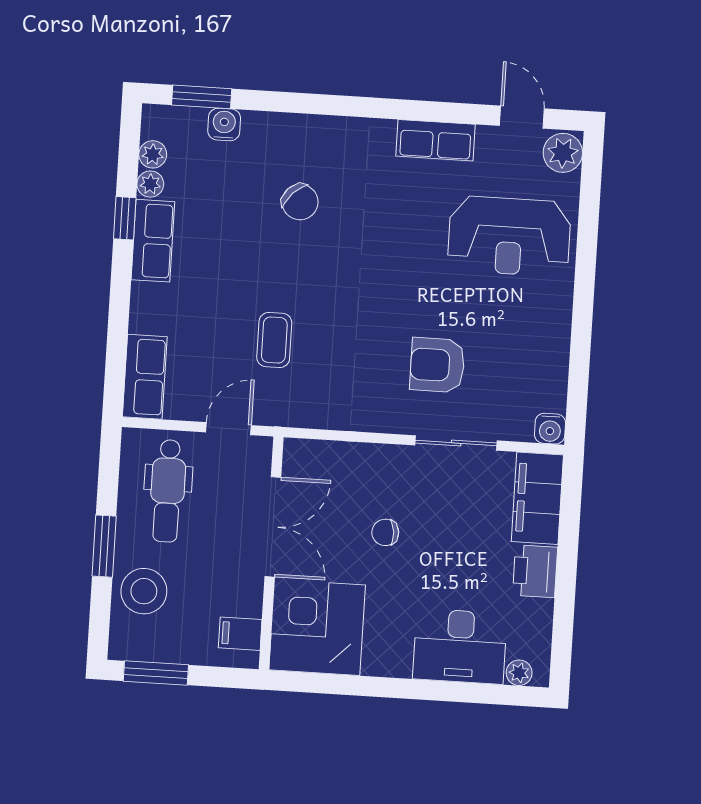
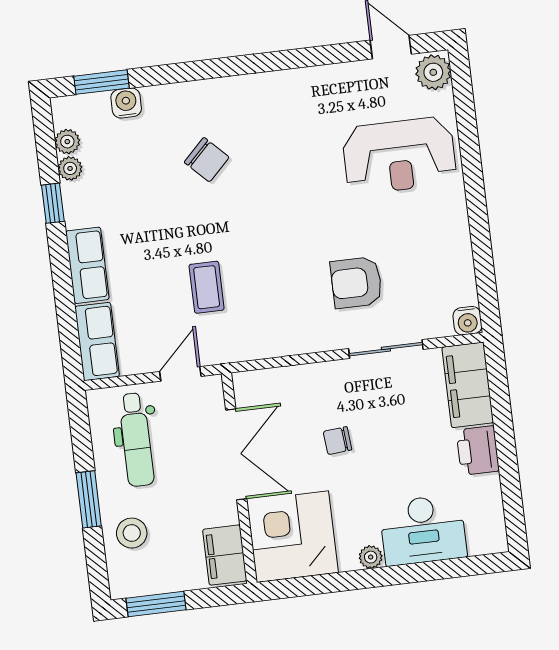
row of seats: (436, 140) -> (318, 82), removed
row of seats: (153, 241) -> (87, 265), moved
stool: (144, 591) -> (132, 533), width x0.73, depth x0.73
filing cabinet: (240, 634) -> (225, 555), width x2.00
plant: (519, 673) -> (371, 557), moved

